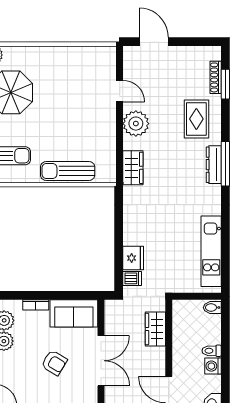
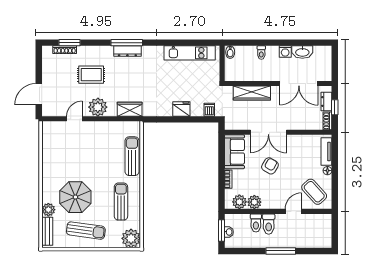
rug: (196, 119) -> (91, 75), moved
sun lounger: (68, 171) -> (132, 156), turned 180
fridge: (133, 258) -> (181, 109), moved
wardrobe: (155, 329) -> (252, 93), width x1.50
double door: (101, 361) -> (268, 132), swing flipped
washing machine: (213, 366) -> (285, 52), moved

